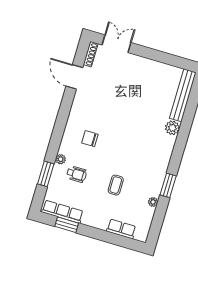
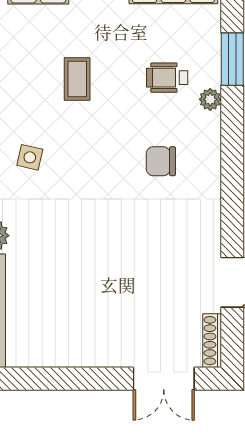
chair: (90, 139) -> (161, 161), turned 180
side table: (146, 157) -> (30, 157), added

